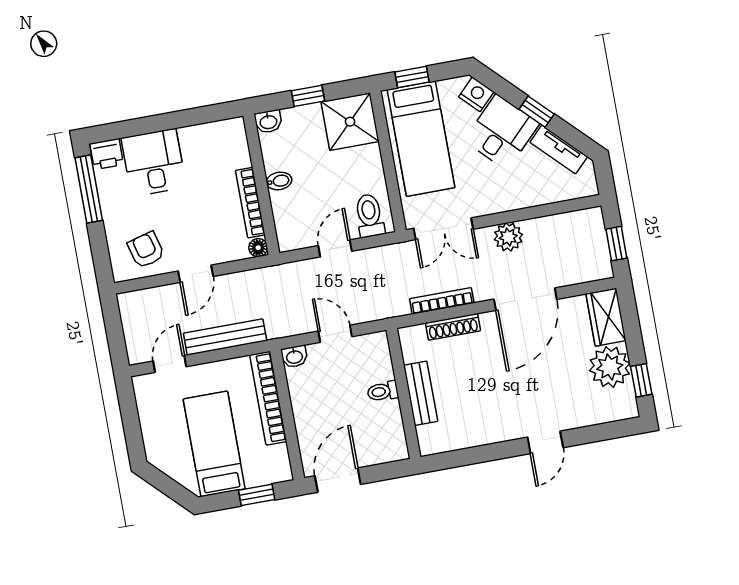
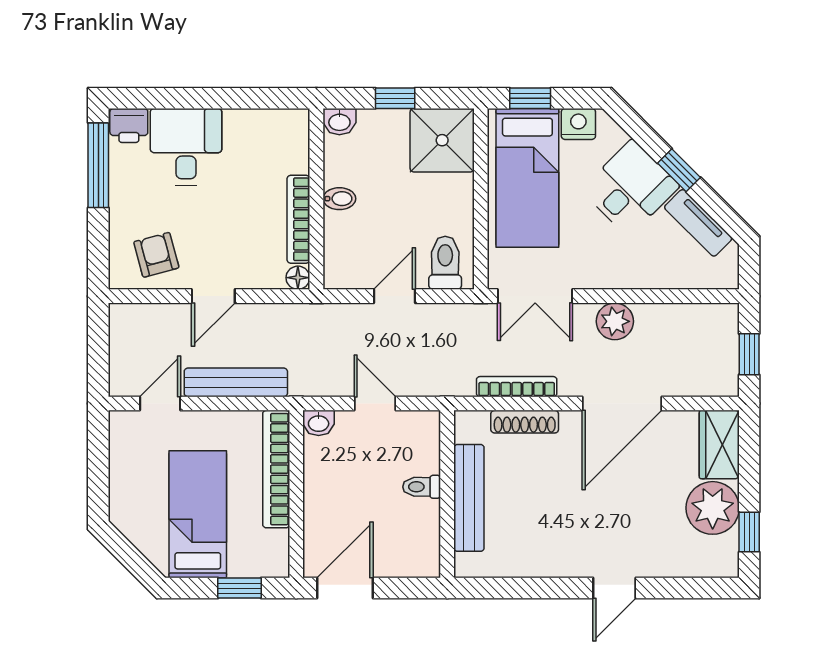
nightstand: (476, 94) -> (578, 124), moved, turned -45
bench: (421, 393) -> (469, 498), width x1.36

